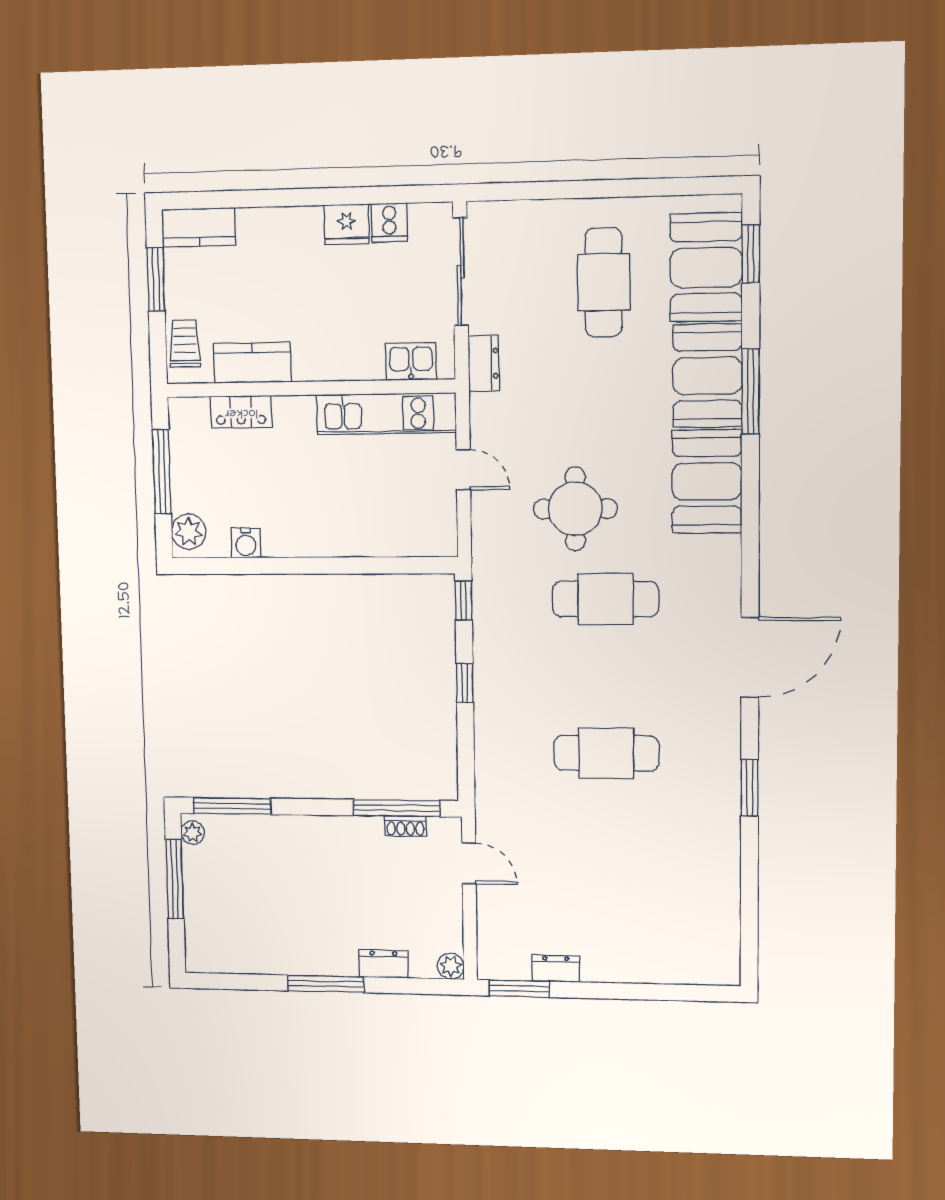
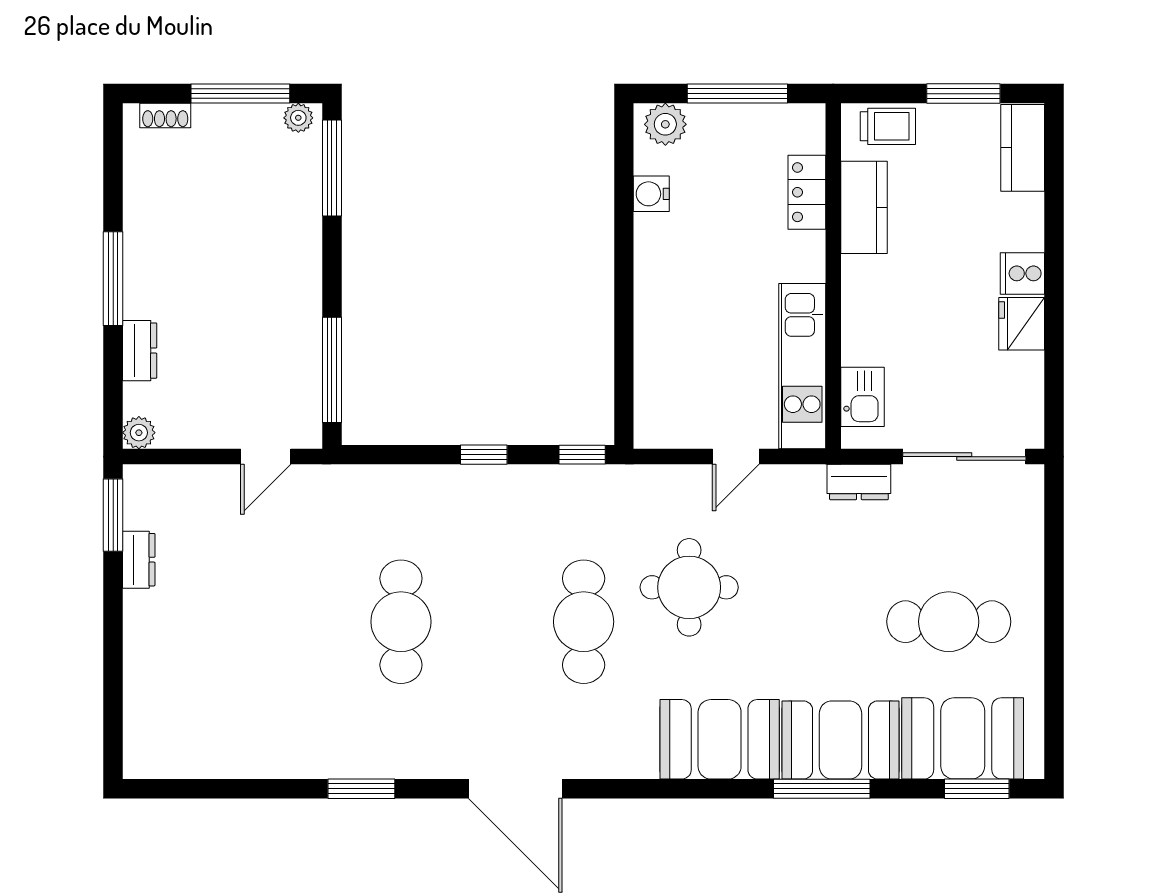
cooker: (389, 223) -> (1022, 273), moved
shoe rack: (406, 826) -> (165, 116), moved, turned -90

